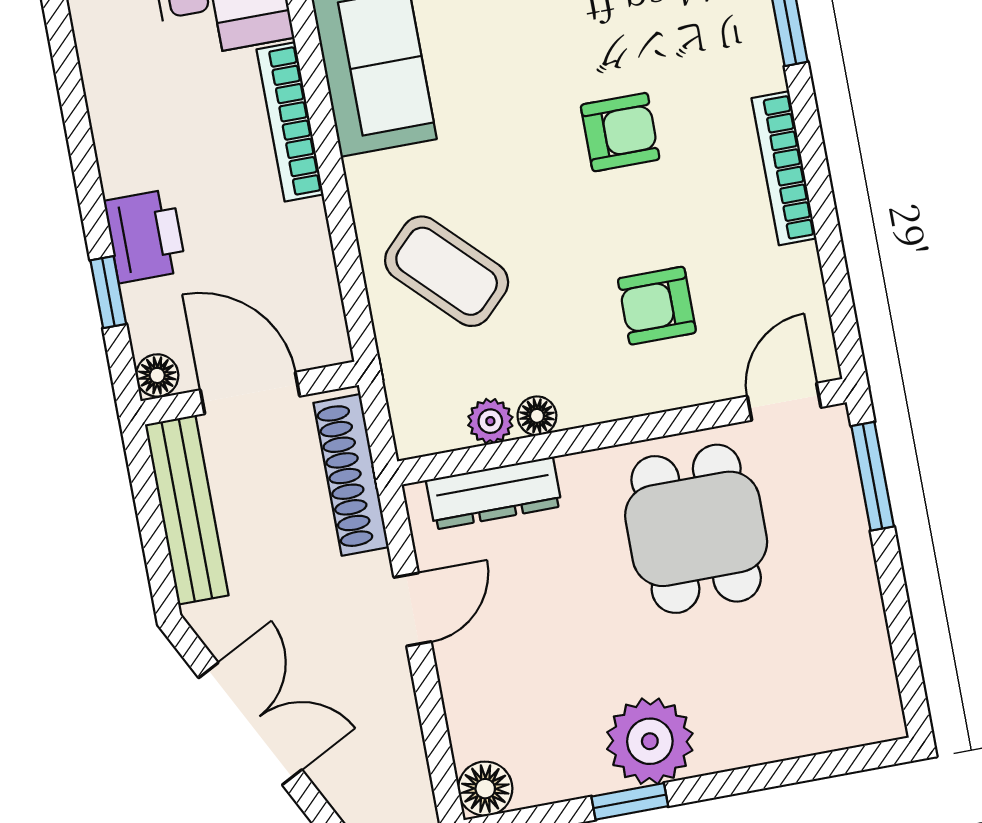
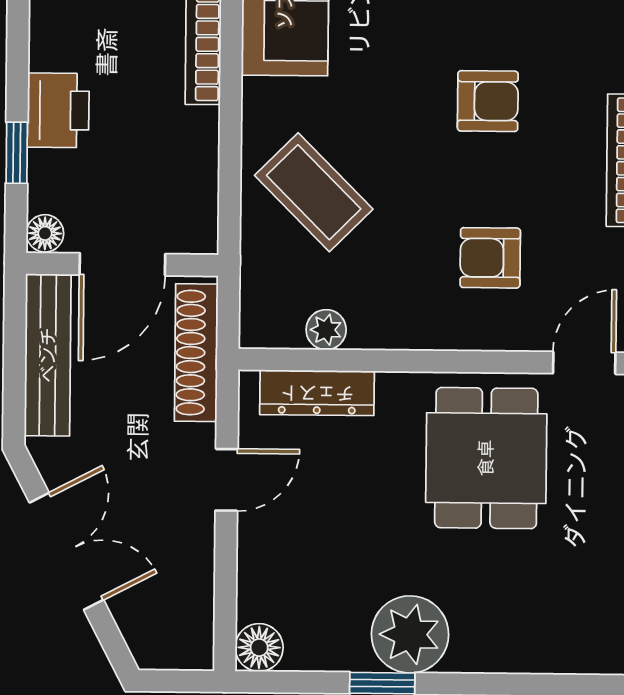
door: (250, 393) -> (122, 264), swing flipped
floor lamp: (537, 416) -> (367, 333), removed

